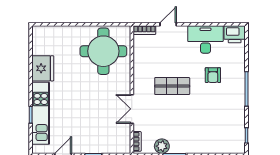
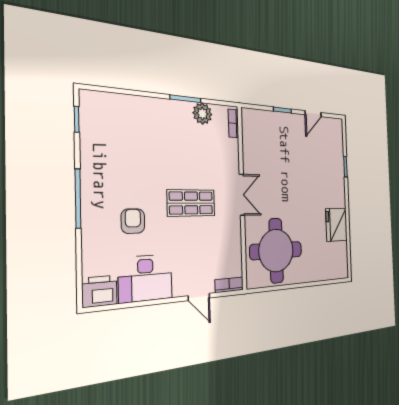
door: (168, 24) -> (199, 297), hinge flipped
double door: (132, 109) -> (242, 195), moved
kitchen unit: (41, 113) -> (336, 168), removed

